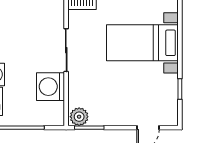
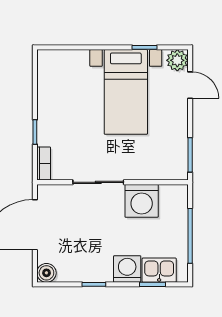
bed with nightstands: (142, 43) -> (126, 92), moved
plant: (79, 117) -> (177, 60), moved

